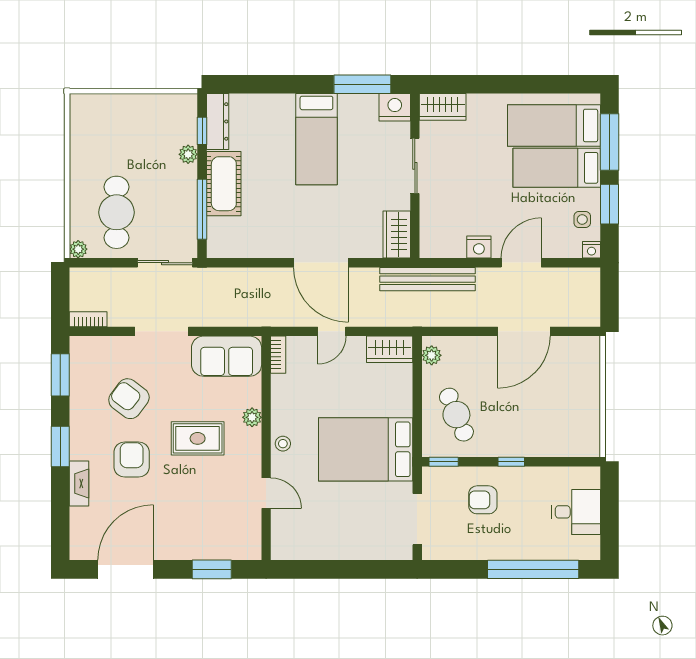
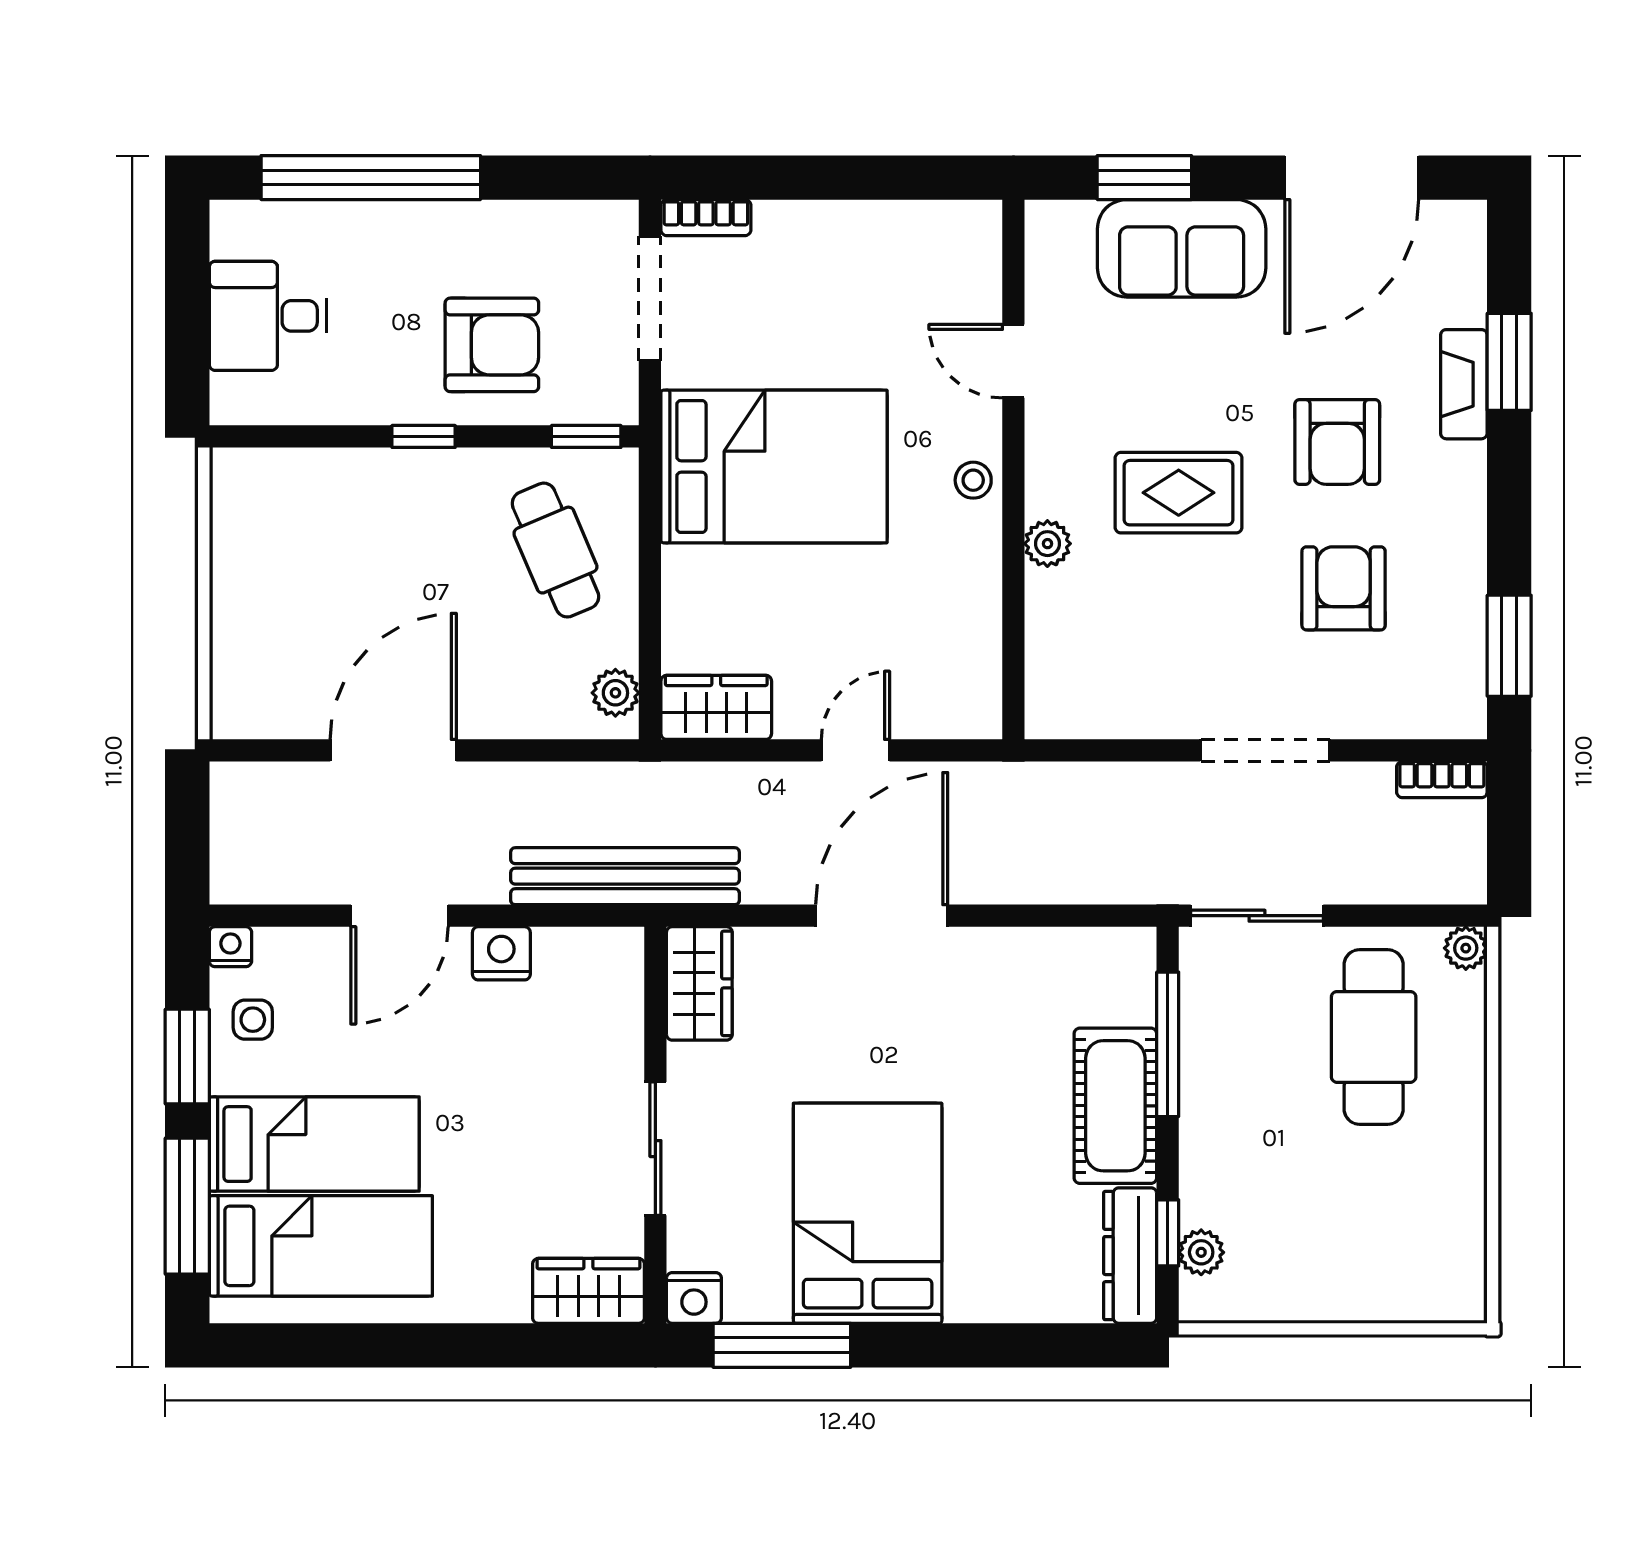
nightstand: (395, 107) -> (694, 1298), width x0.74, depth x0.75
bed: (316, 139) -> (868, 1213), width x1.50
plant: (188, 154) -> (1201, 1252), moved
door: (321, 263) -> (882, 916), hinge flipped
bookcase: (278, 355) -> (706, 218), moved, turned -90
sofa: (227, 356) -> (1182, 248), moved, turned 180
armchair: (129, 399) -> (1344, 588), turned -127
window: (60, 446) -> (1509, 362), moved
armchair: (483, 500) -> (492, 345), width x1.38, depth x1.38

